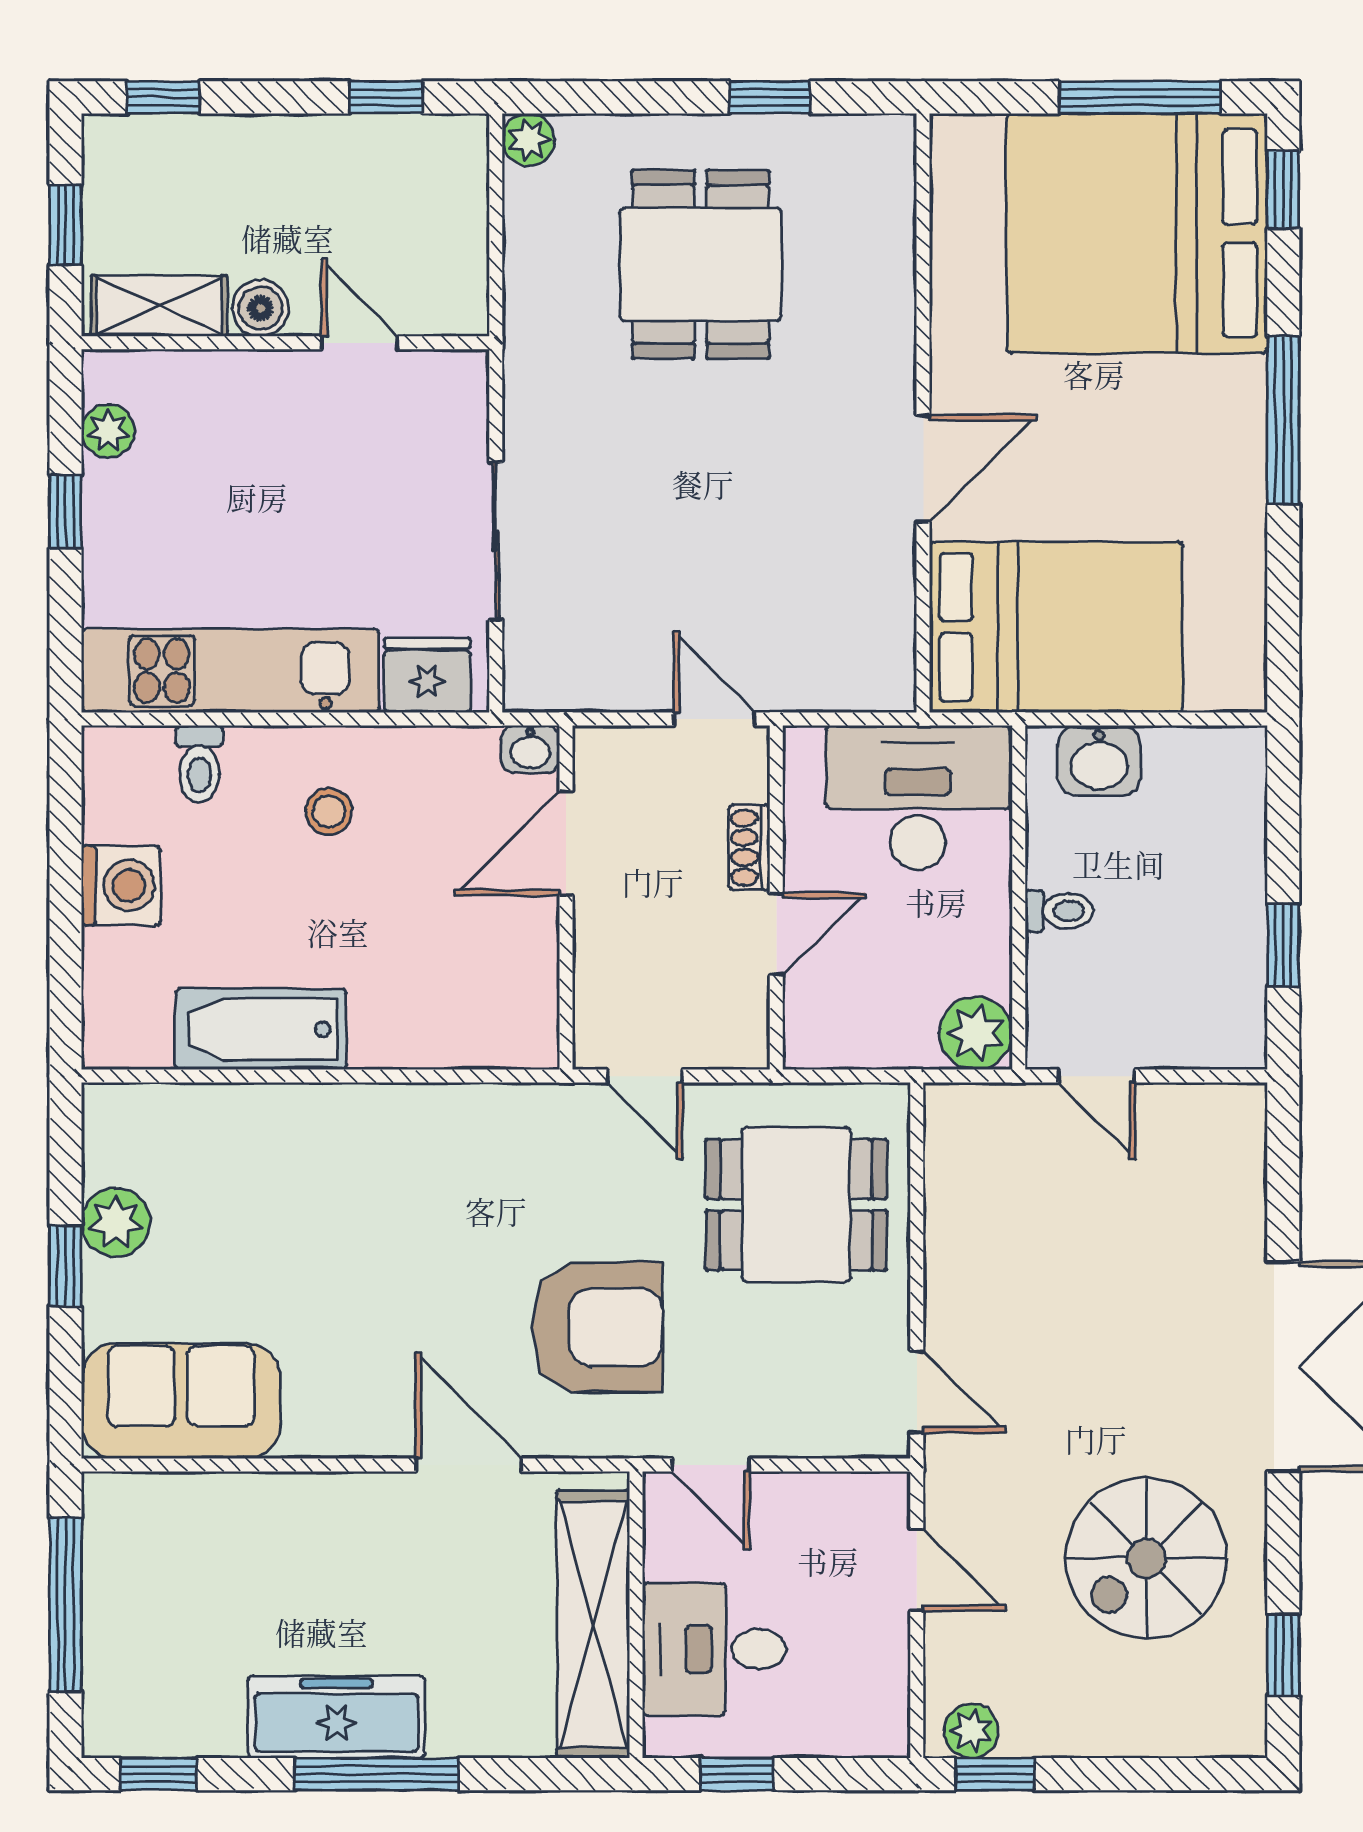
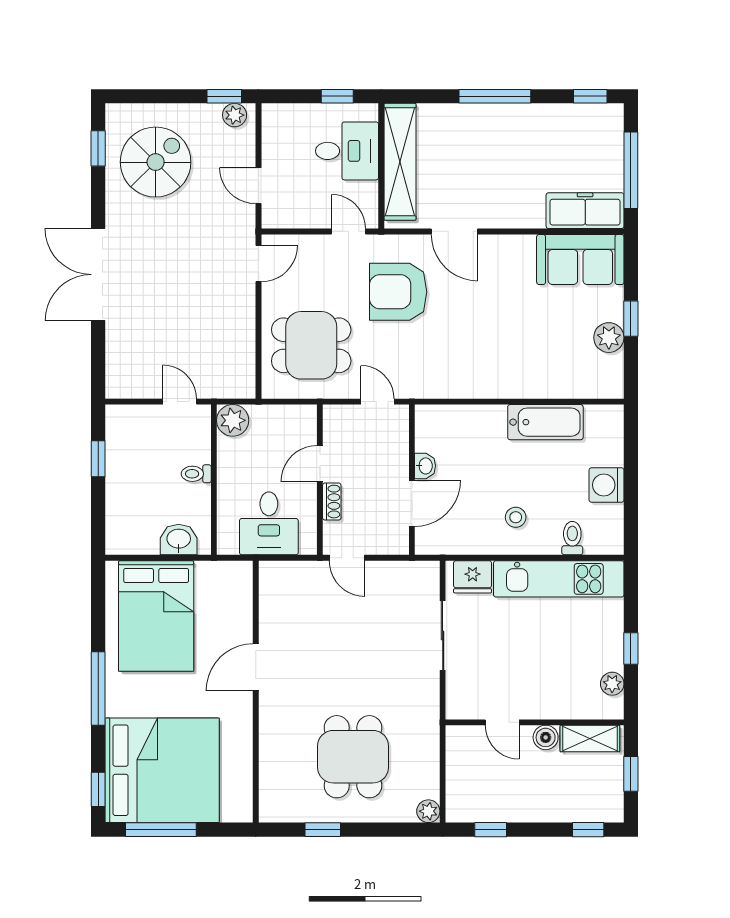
bed: (1056, 627) -> (156, 616), moved, turned -90
washbasin: (530, 749) -> (425, 466), moved, turned 90
desk: (918, 798) -> (269, 523), width x0.73
door: (917, 1392) -> (259, 264), swing flipped
spiral stairs: (1146, 1558) -> (156, 162), moved
freezer: (336, 1717) -> (585, 211), moved, turned 180

